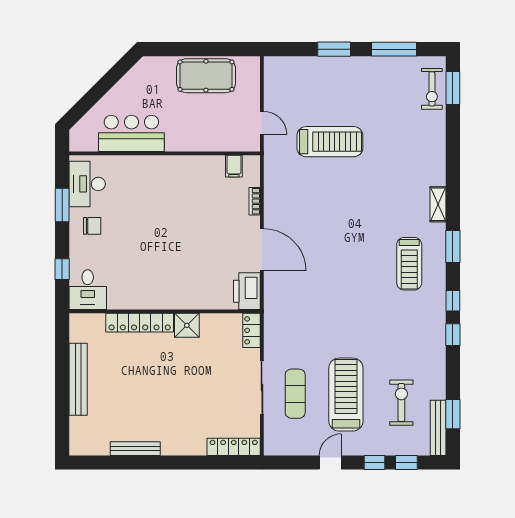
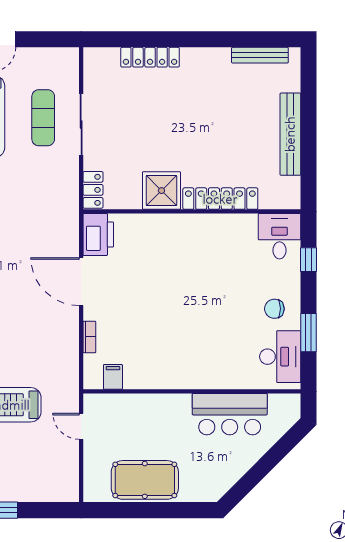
shower: (187, 325) -> (161, 191), width x1.36, depth x1.36
locker: (234, 447) -> (150, 57), moved
bench: (135, 449) -> (260, 55), moved

